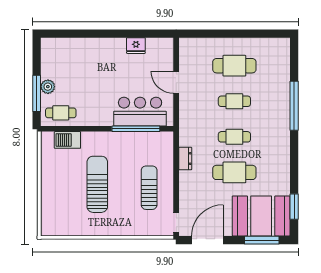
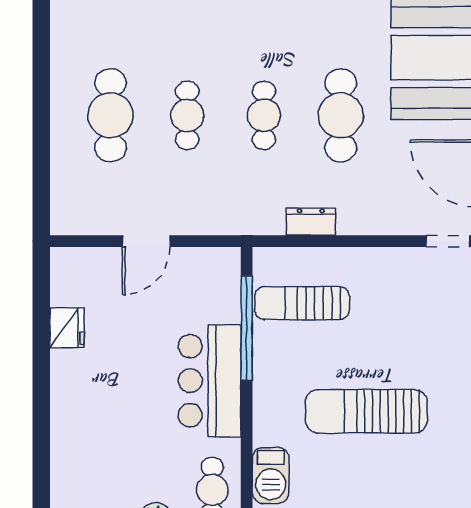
bar counter: (140, 112) -> (210, 381), moved
sun lounger: (149, 188) -> (302, 303), moved

